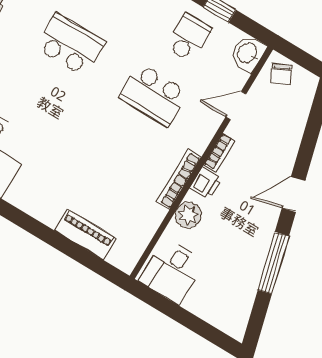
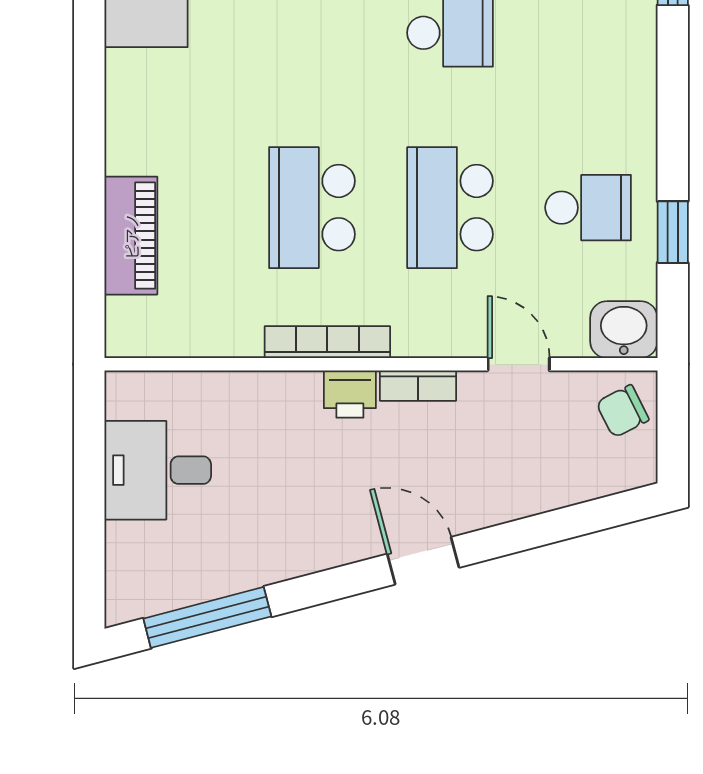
school desk: (119, 152) -> (312, 208), added
plant: (188, 215) -> (275, 397), removed
window: (273, 263) -> (207, 617), moved
desk: (172, 271) -> (158, 470), moved

